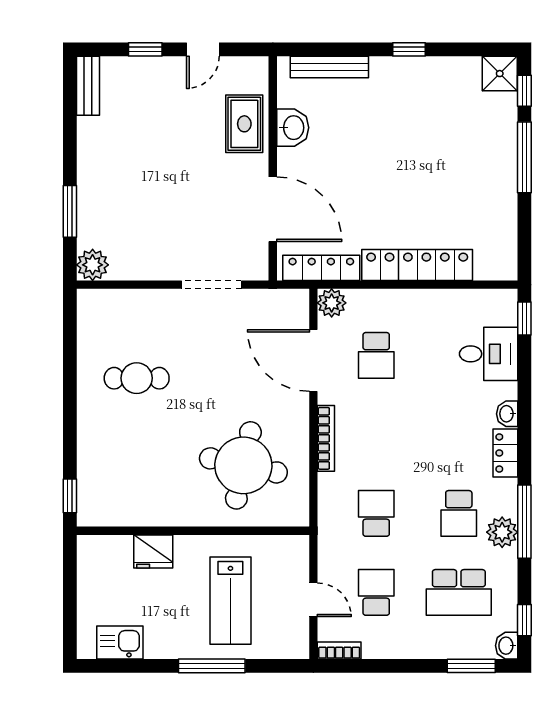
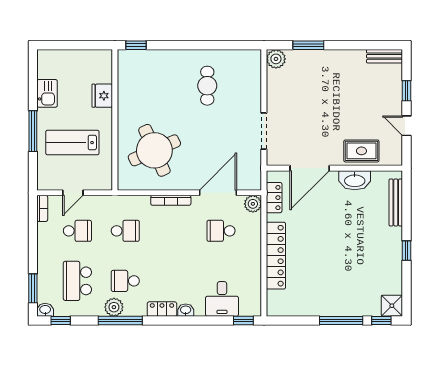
washbasin: (293, 128) -> (355, 180), width x1.38
locker: (321, 268) -> (274, 198), width x0.66
round table: (243, 465) -> (154, 150), turned -36
kitchen sink: (120, 643) -> (47, 93), moved

